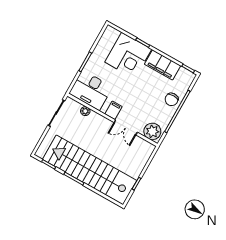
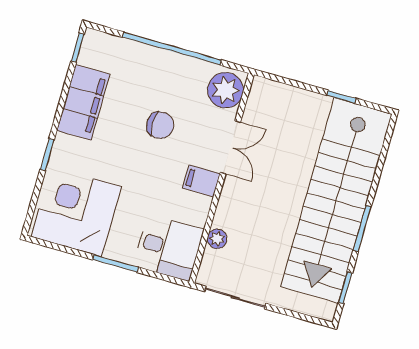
corner desk: (128, 56) -> (76, 212), moved, turned -90
desk: (91, 90) -> (169, 248), width x0.73
chair: (172, 99) -> (160, 125), moved

